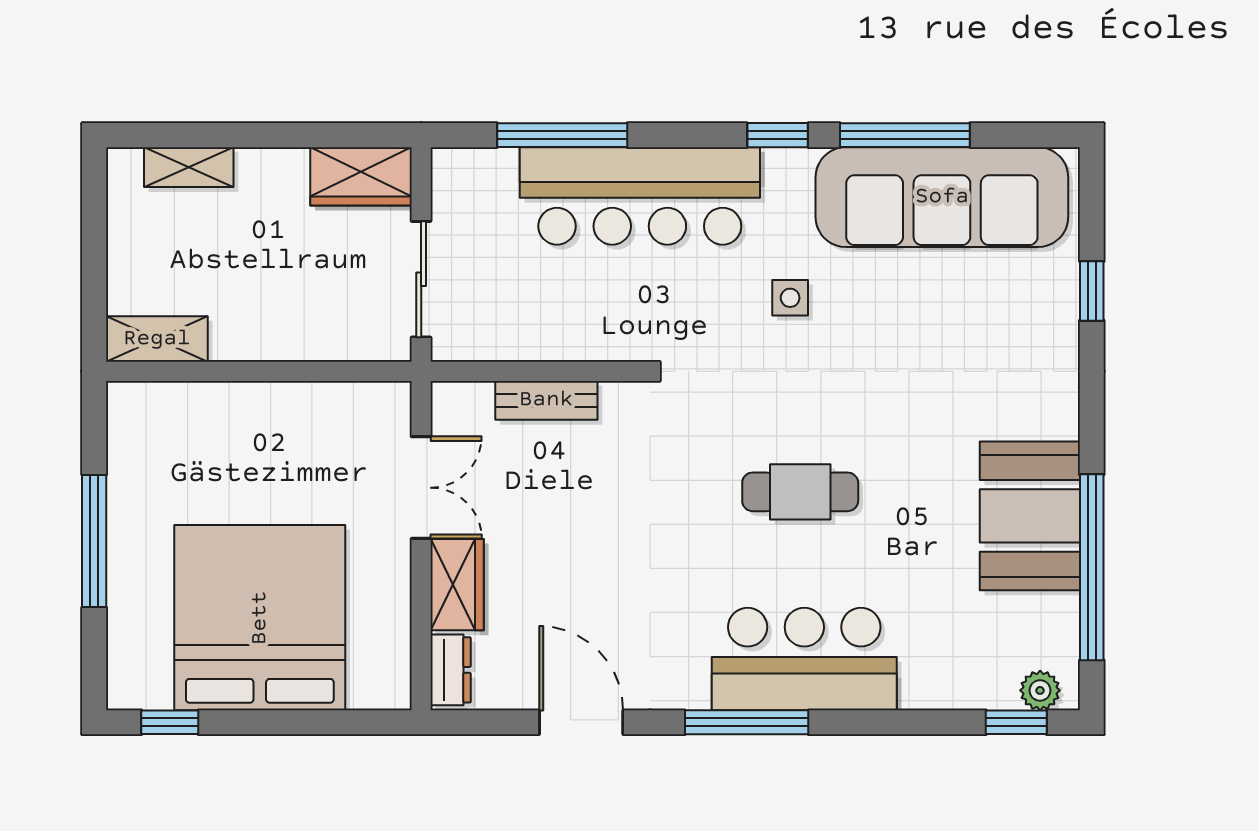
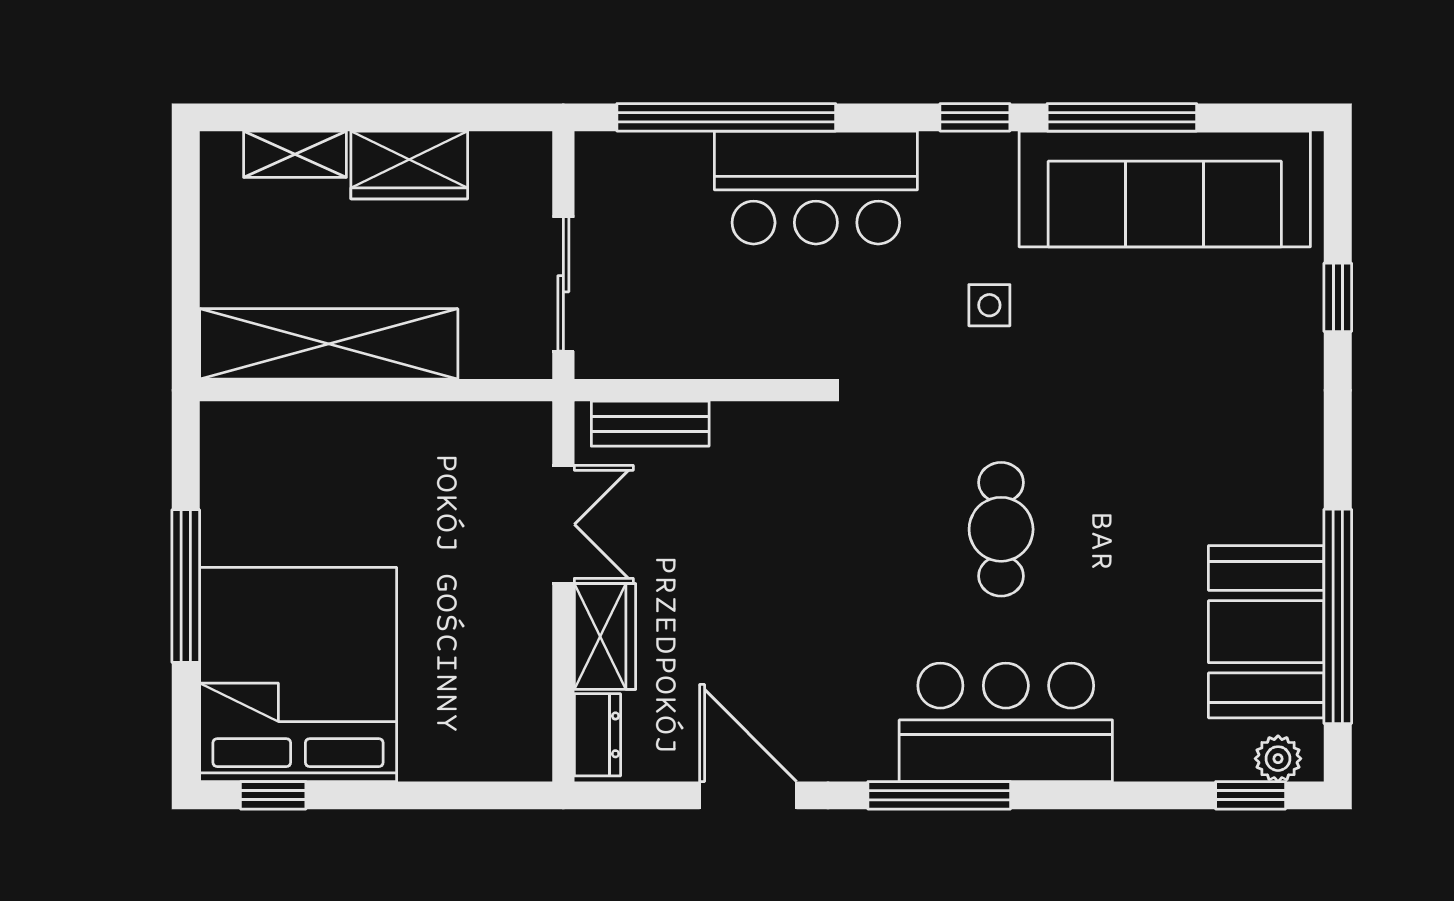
window: (562, 135) -> (726, 117), width x1.46
wardrobe: (361, 176) -> (409, 165), moved
bar counter: (640, 196) -> (816, 188), width x0.73
shelving: (157, 339) -> (329, 344), width x2.20, depth x1.33
bench: (546, 400) -> (650, 424), moved
cafe table: (800, 492) -> (1001, 529), turned 90
booth: (1030, 516) -> (1266, 632), moved
bed: (260, 618) -> (298, 674), moved

